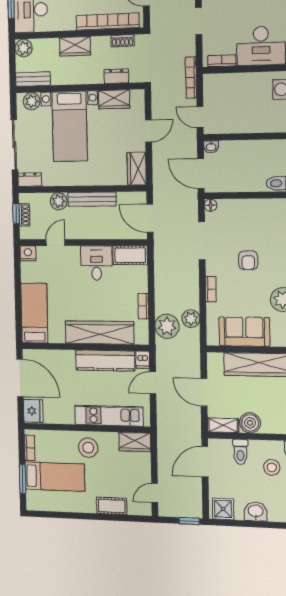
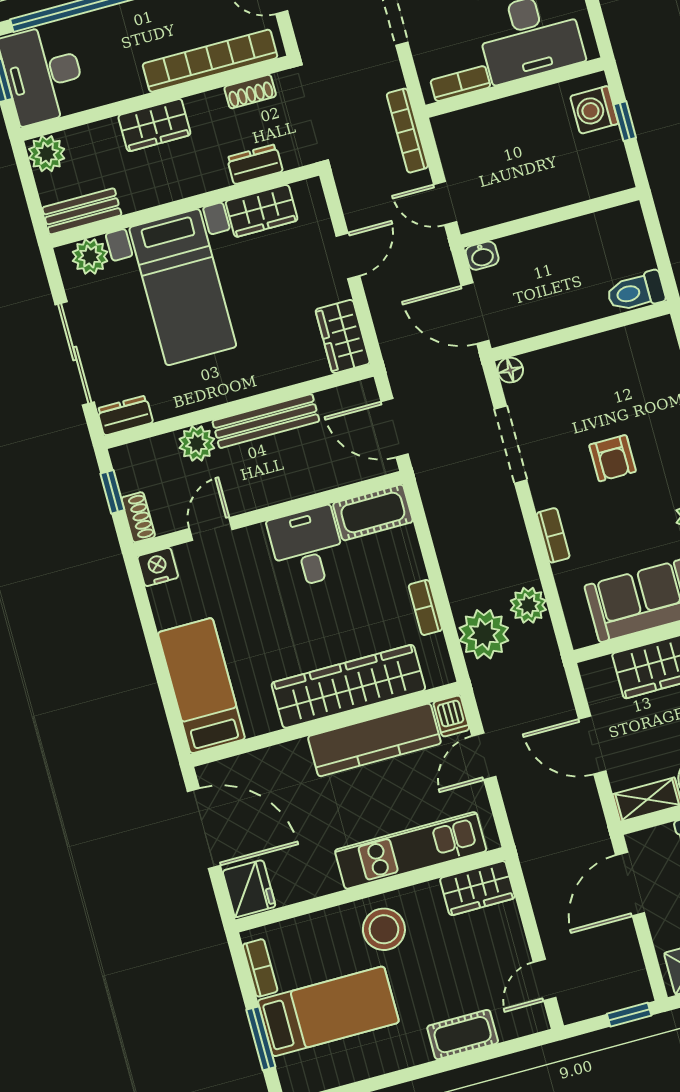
shoe rack: (24, 215) -> (138, 517), moved

